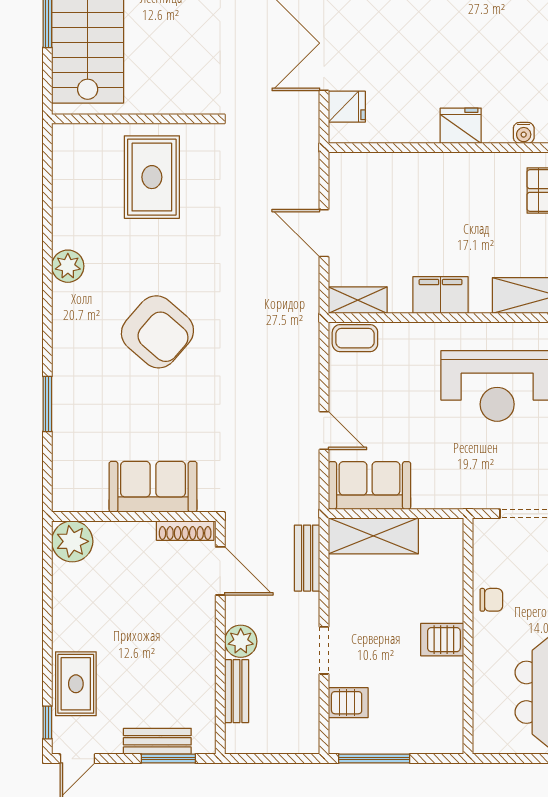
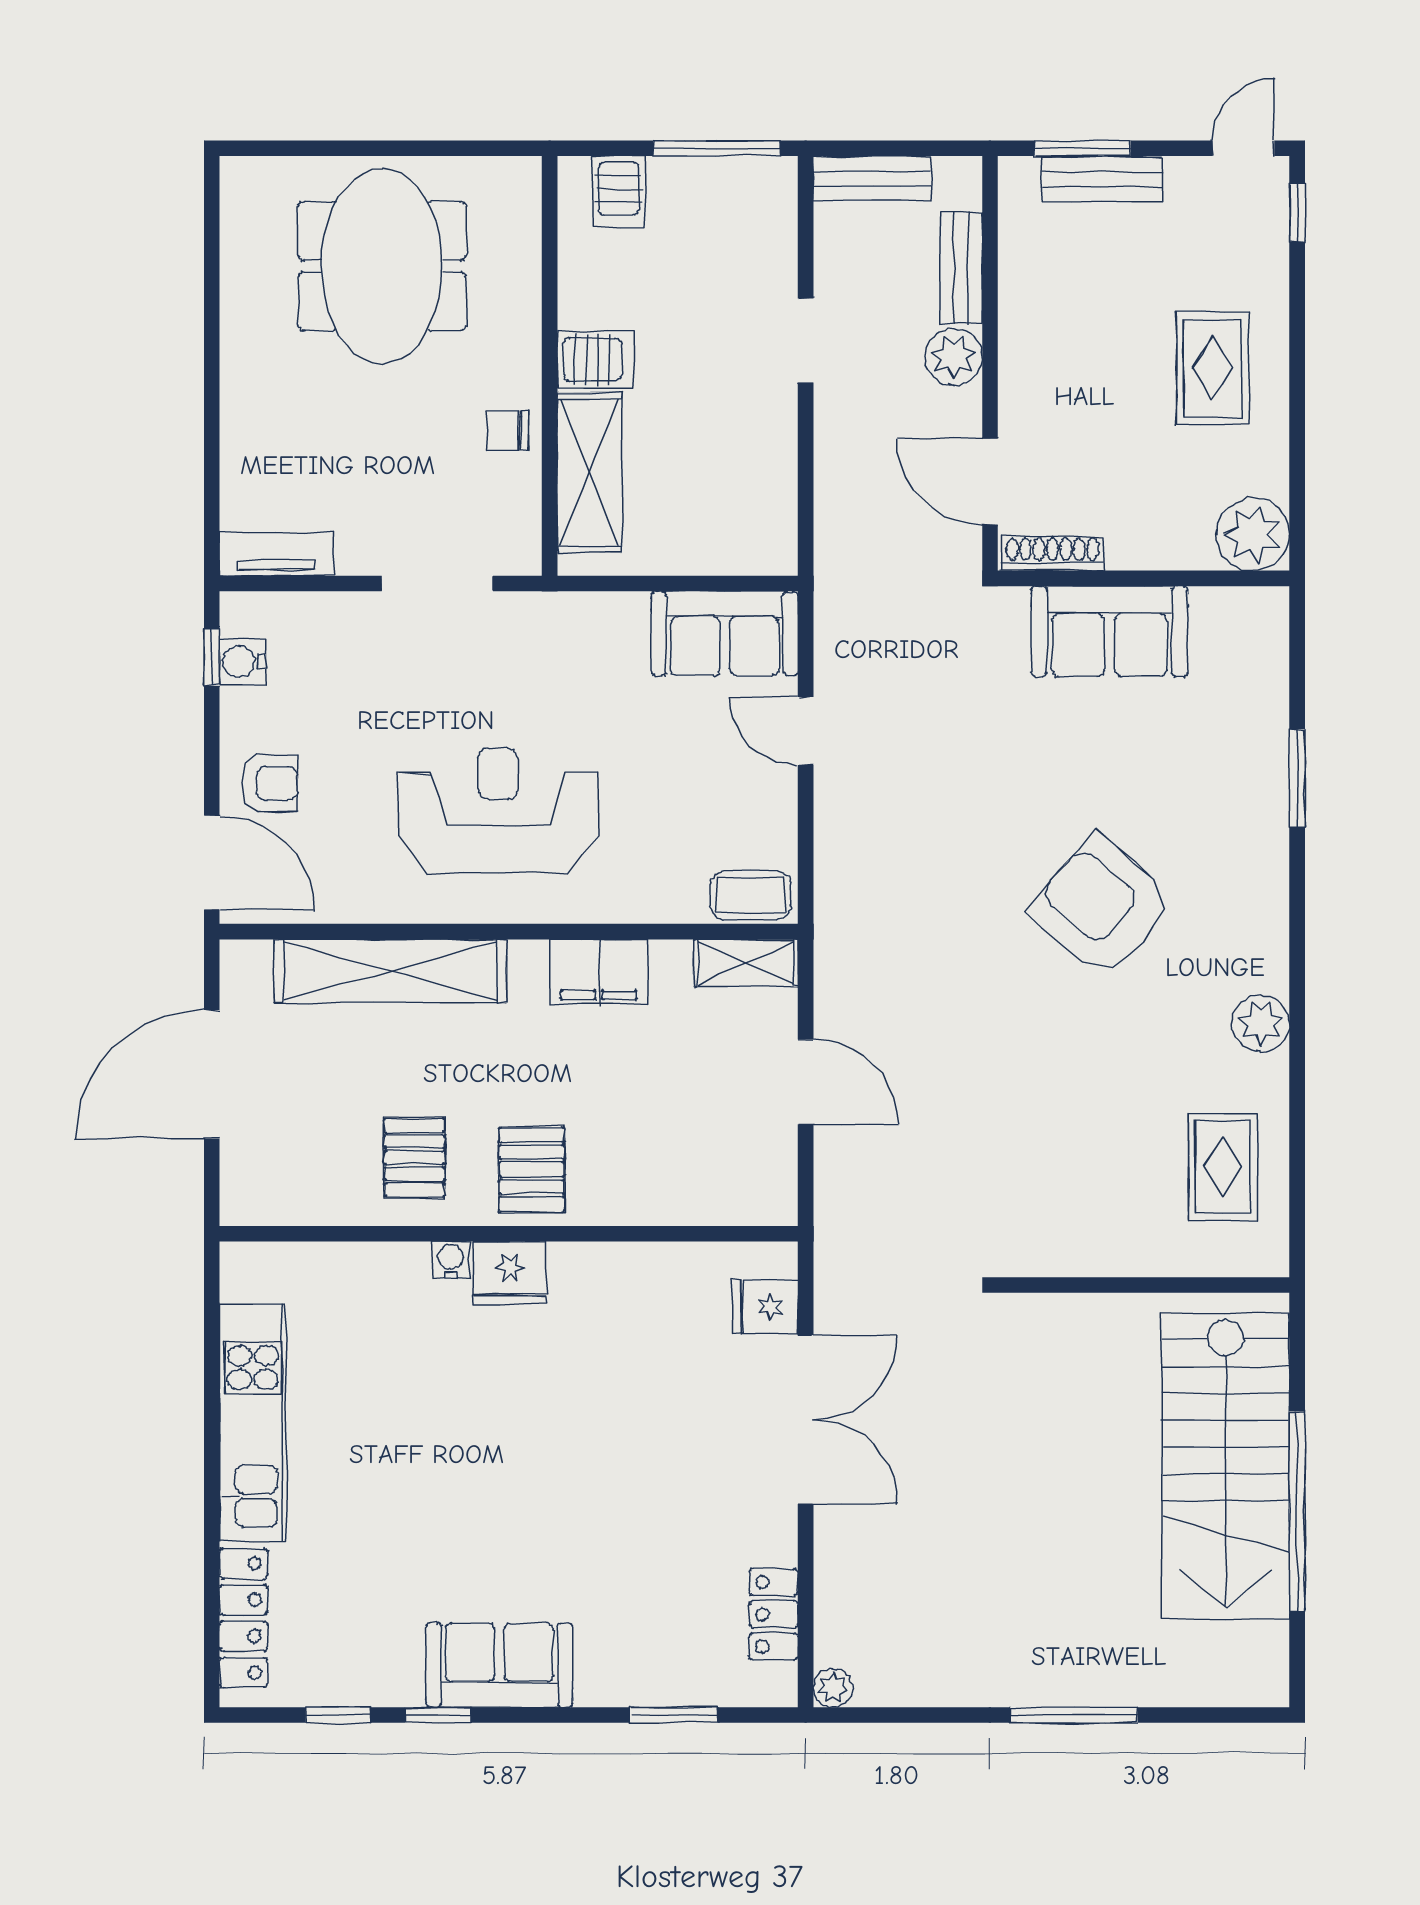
fridge: (461, 126) -> (510, 1273), moved
rug: (152, 177) -> (1223, 1167), moved, width x0.73, depth x0.70
pallet: (478, 184) -> (532, 1169), added
shelving: (373, 536) -> (589, 472), moved, turned 90
bench: (307, 558) -> (872, 178), moved, turned 90
rug: (76, 684) -> (1213, 368), moved
server rack: (348, 703) -> (619, 191), moved, turned -90

